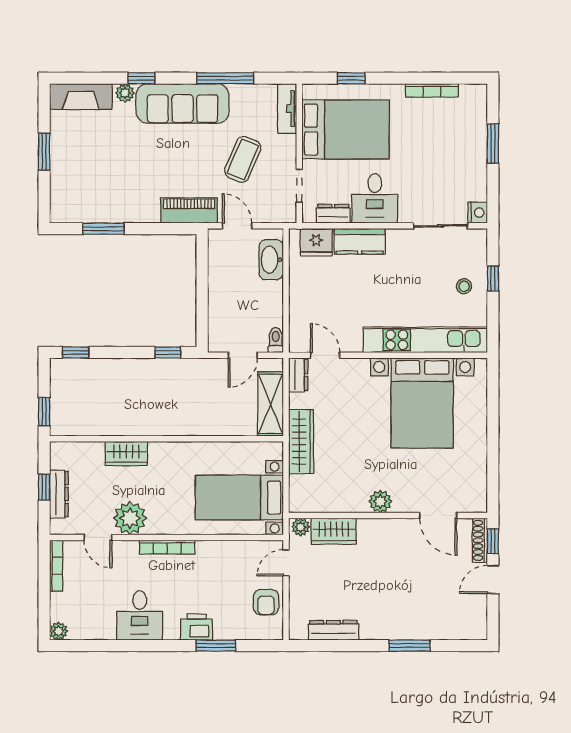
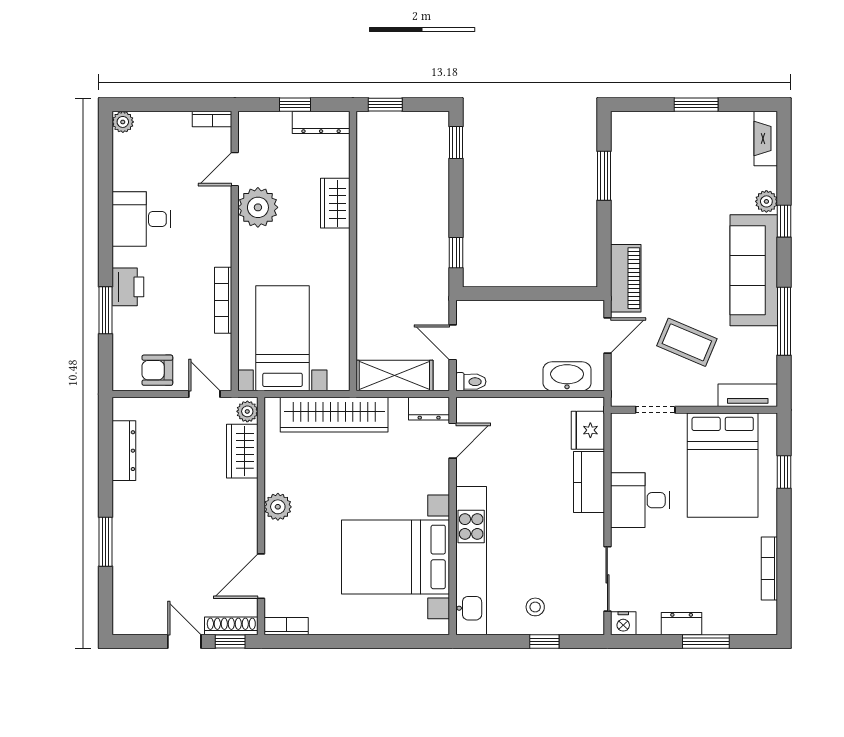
fireplace: (81, 97) -> (766, 138), width x0.73, depth x0.76
dresser: (333, 214) -> (682, 624), moved, turned -90
wardrobe: (301, 442) -> (334, 415), width x1.40, depth x1.17
dresser: (59, 494) -> (321, 122), moved
bookcase: (480, 494) -> (286, 626), added
bookcase: (167, 547) -> (223, 300), moved
bookcase: (56, 566) -> (212, 119), width x0.64

